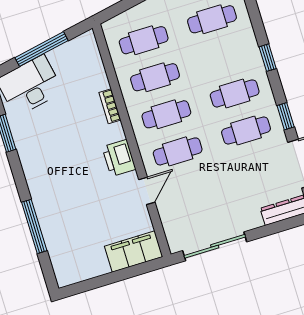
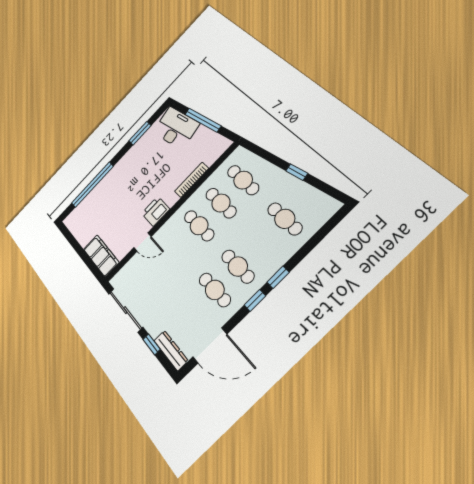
bookcase: (110, 106) -> (192, 180), width x1.56
window: (286, 116) -> (255, 300), moved
cafe table: (178, 151) -> (177, 248), removed
window: (34, 226) -> (92, 185), width x1.46
window: (268, 230) -> (152, 344), added

